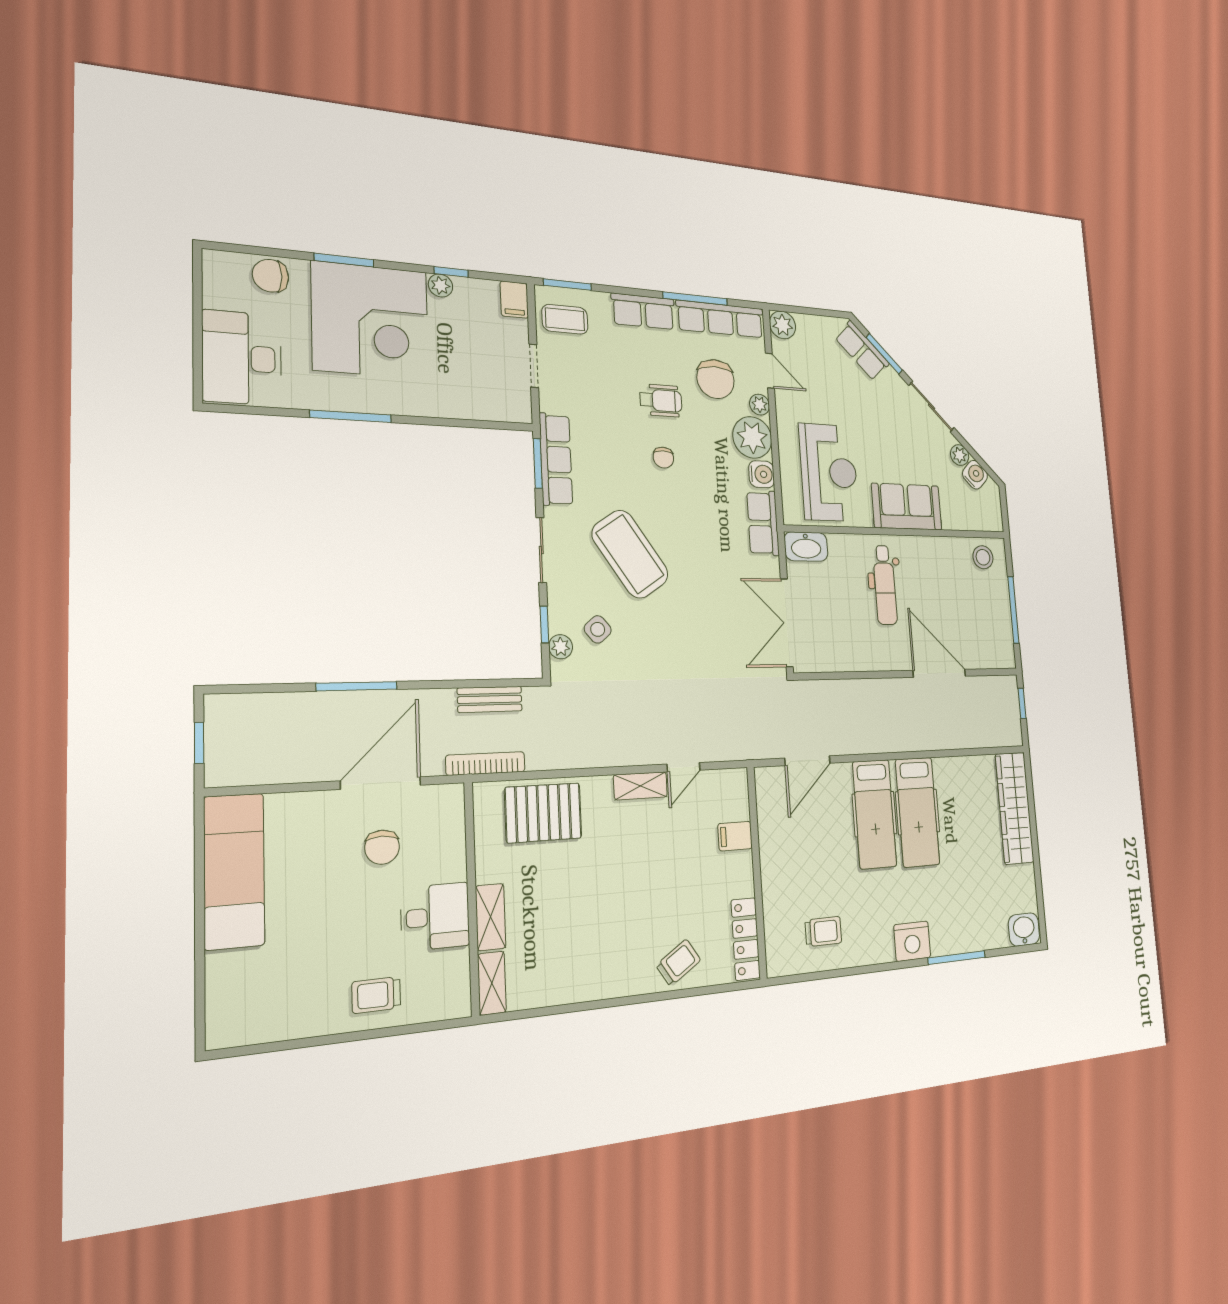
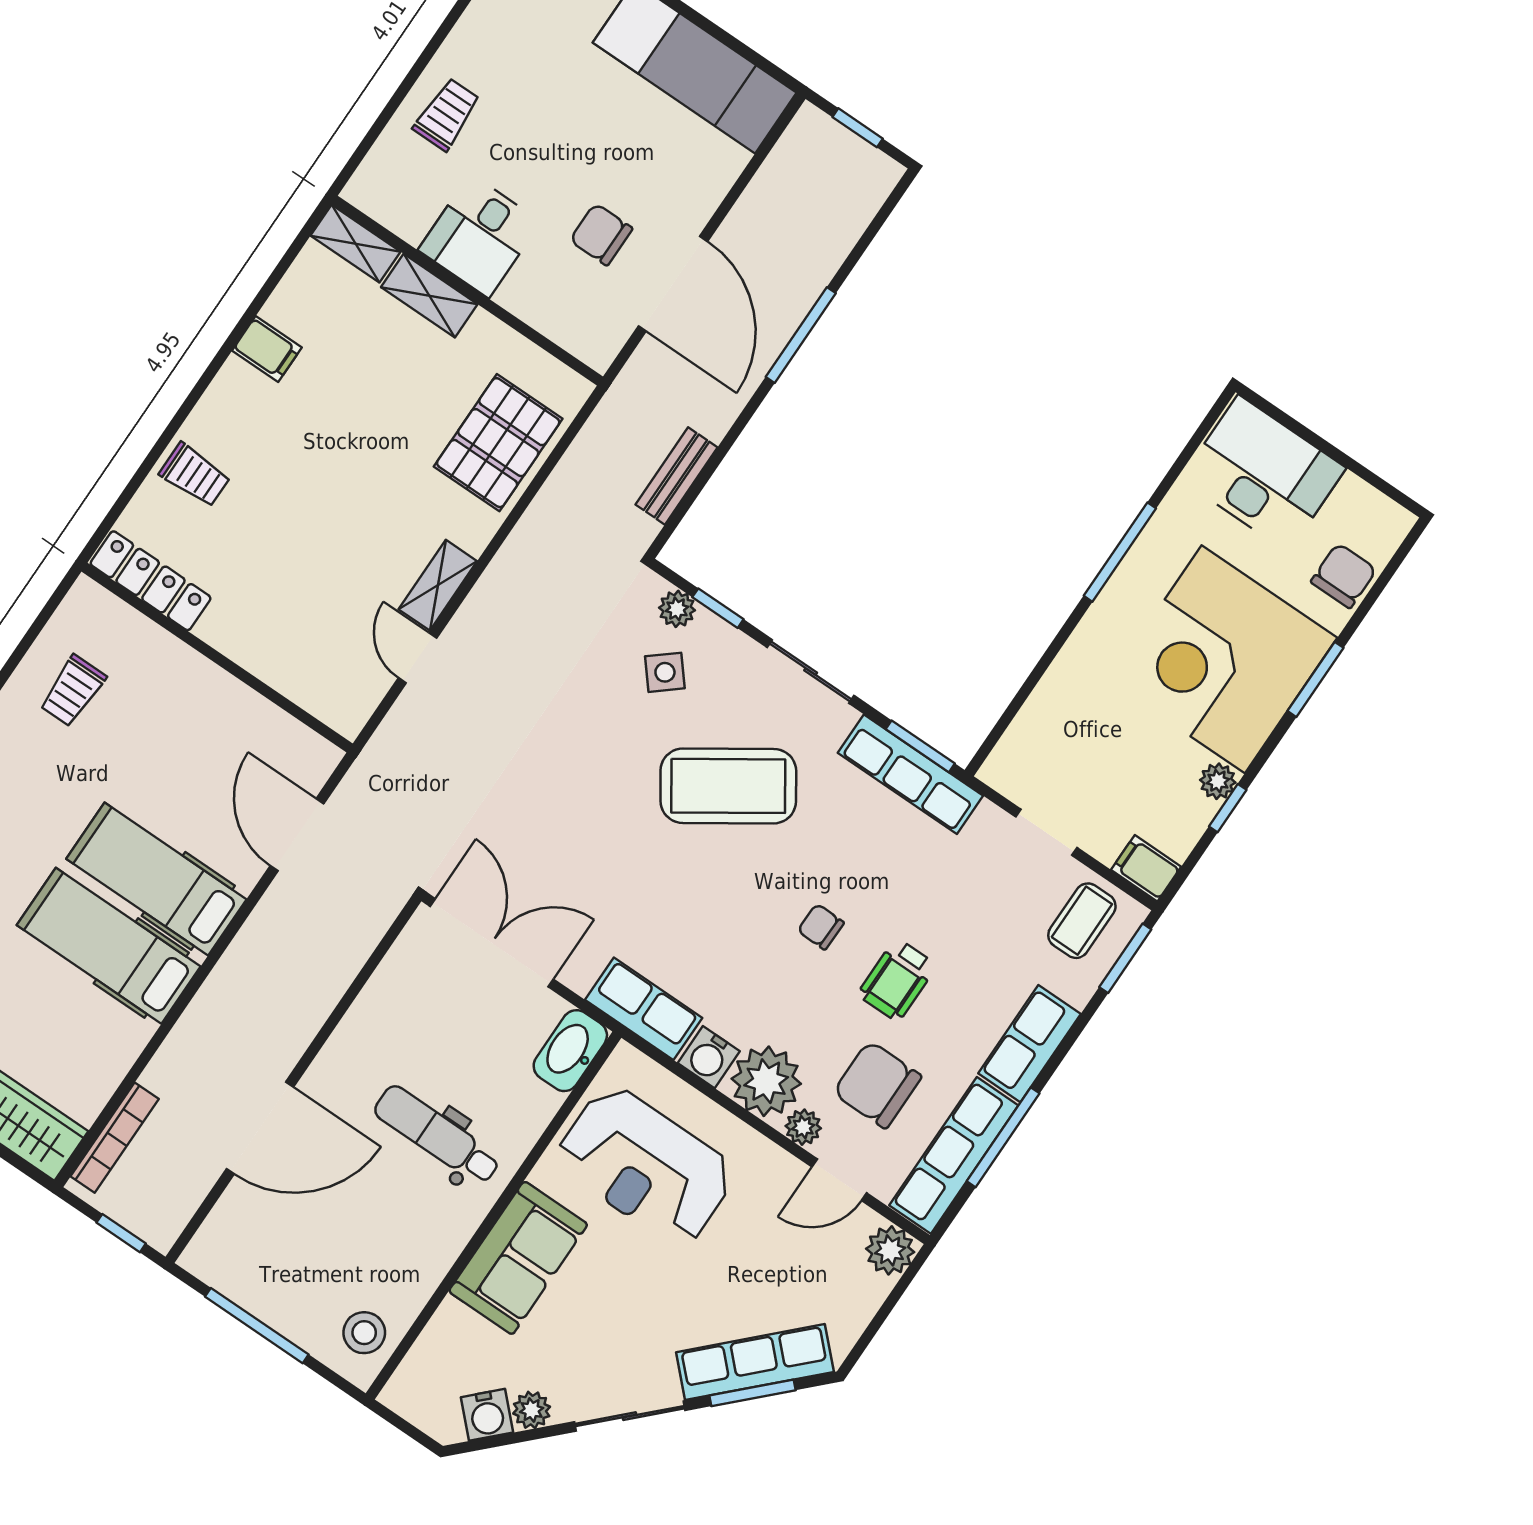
row of seats: (862, 351) -> (755, 1362), width x1.48
bookcase: (485, 763) -> (115, 1138), moved
filing cabinet: (735, 836) -> (267, 349), moved, turned 90
trolley: (678, 963) -> (195, 475), turned -57

